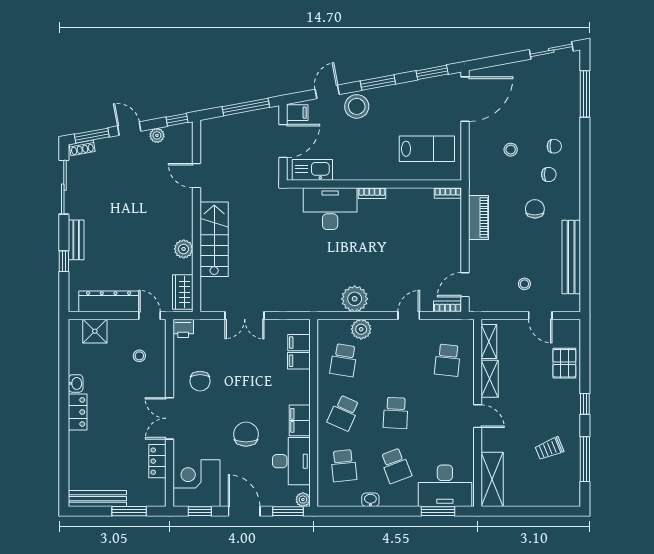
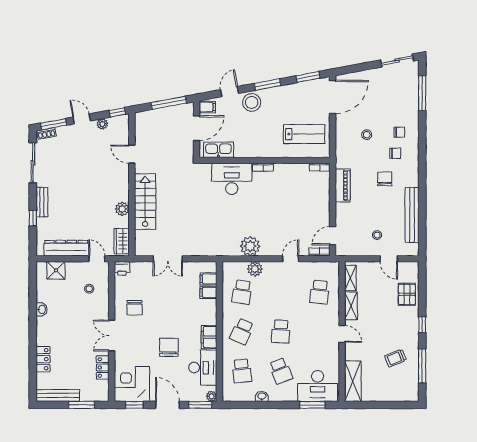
locker: (78, 412) -> (43, 359), moved

